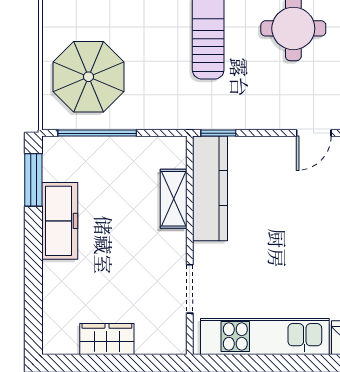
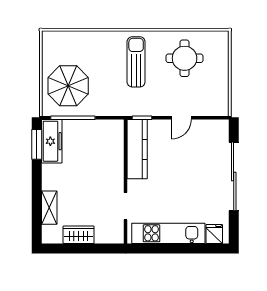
door: (314, 133) -> (181, 118), moved
shelving: (174, 199) -> (49, 208), moved
freezer: (60, 221) -> (52, 141), moved

